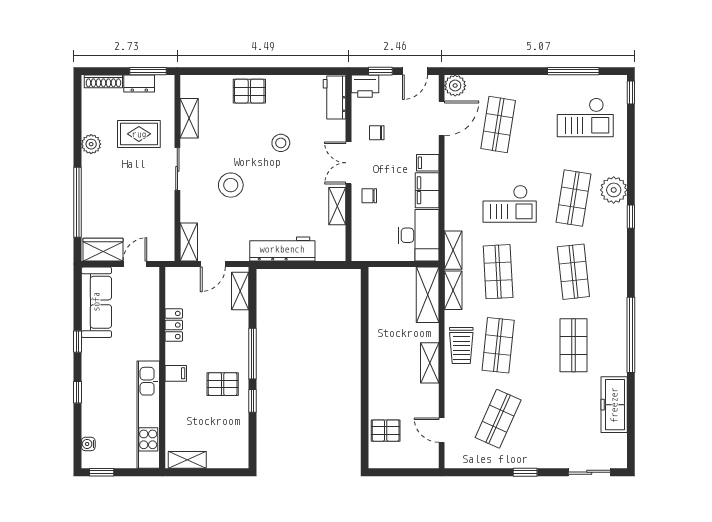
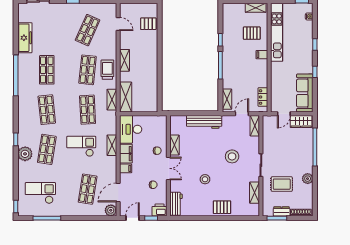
shelving: (453, 250) -> (112, 145), moved
locker: (174, 325) -> (263, 97), moved
pallet: (223, 384) -> (252, 33), moved

